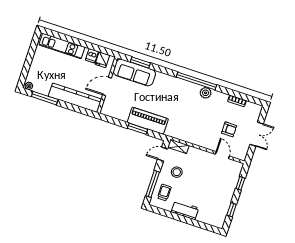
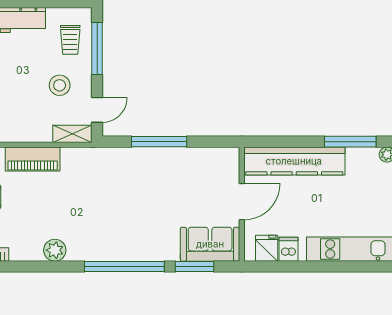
sofa: (134, 73) -> (210, 244), width x0.73
window: (196, 81) -> (124, 266), moved
piano: (148, 121) -> (33, 159), moved, width x0.73, depth x0.75
window: (137, 129) -> (159, 142), width x1.44

